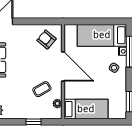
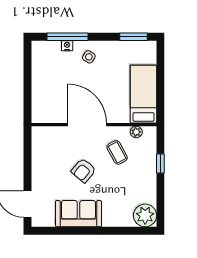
bed: (102, 35) -> (46, 73), removed
armchair: (46, 39) -> (84, 170), moved
door: (63, 66) -> (87, 125), hinge flipped

